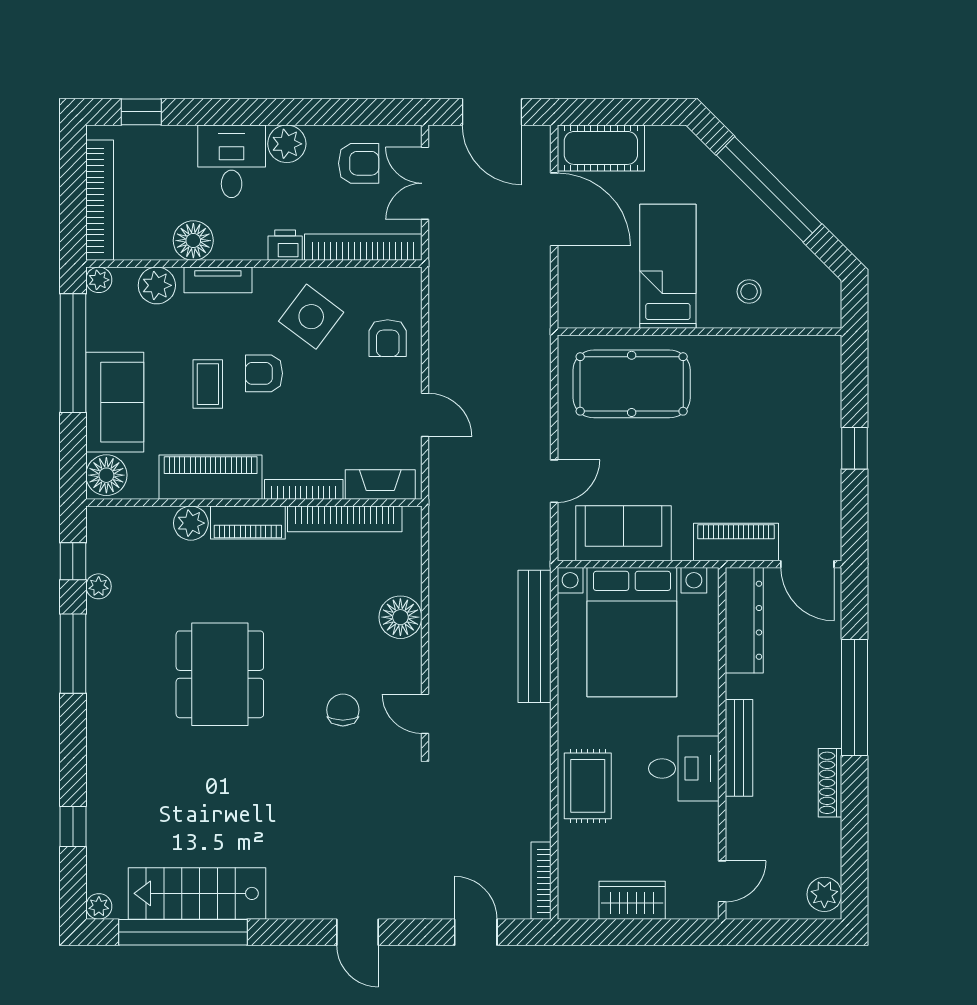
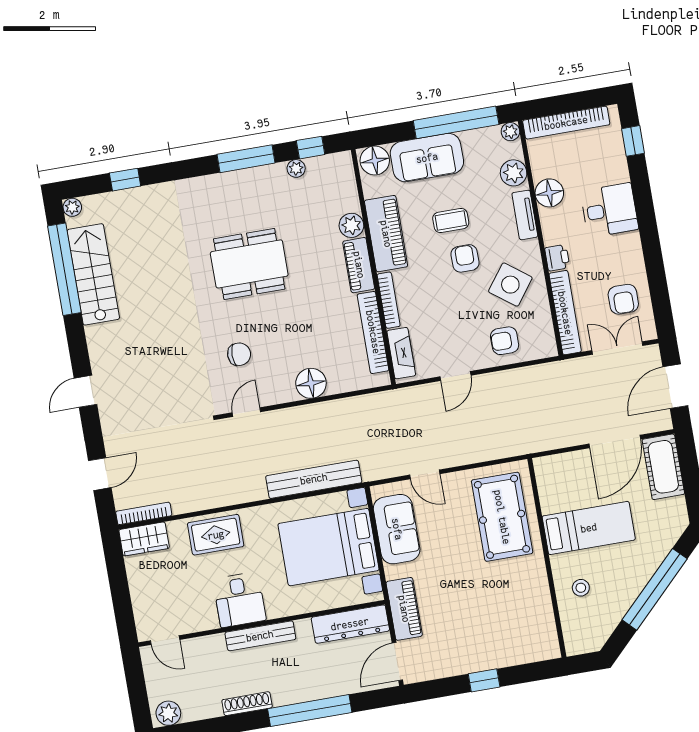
plant: (287, 144) -> (628, 247), removed
wardrobe: (632, 900) -> (144, 539), moved, turned 90

